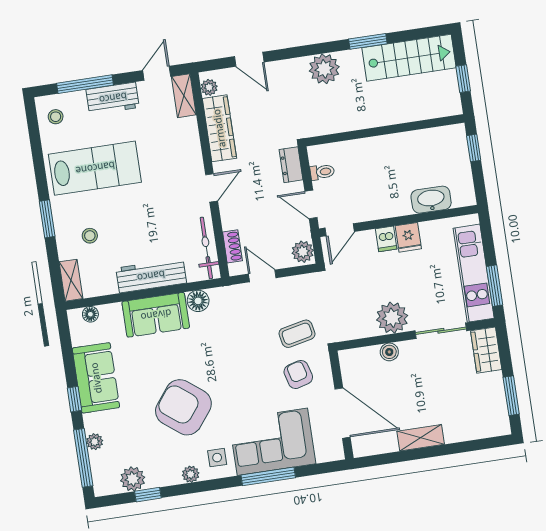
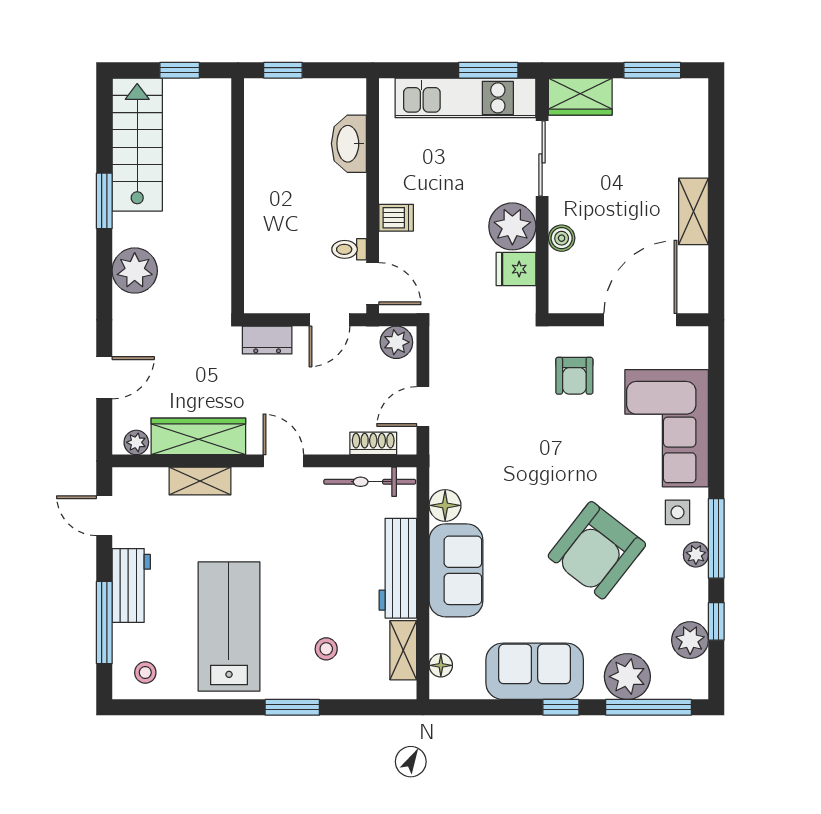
shelving: (184, 96) -> (200, 481), moved
toilet: (322, 172) -> (349, 249), moved, turned -90
fridge: (408, 237) -> (516, 269), moved, turned 180
shelving: (71, 280) -> (403, 650), moved, turned 90
coffee table: (297, 334) -> (515, 369), removed
armchair: (298, 374) -> (574, 376), turned -75
plant: (95, 442) -> (627, 677), width x1.87, depth x1.87
window: (268, 476) -> (716, 538), moved

